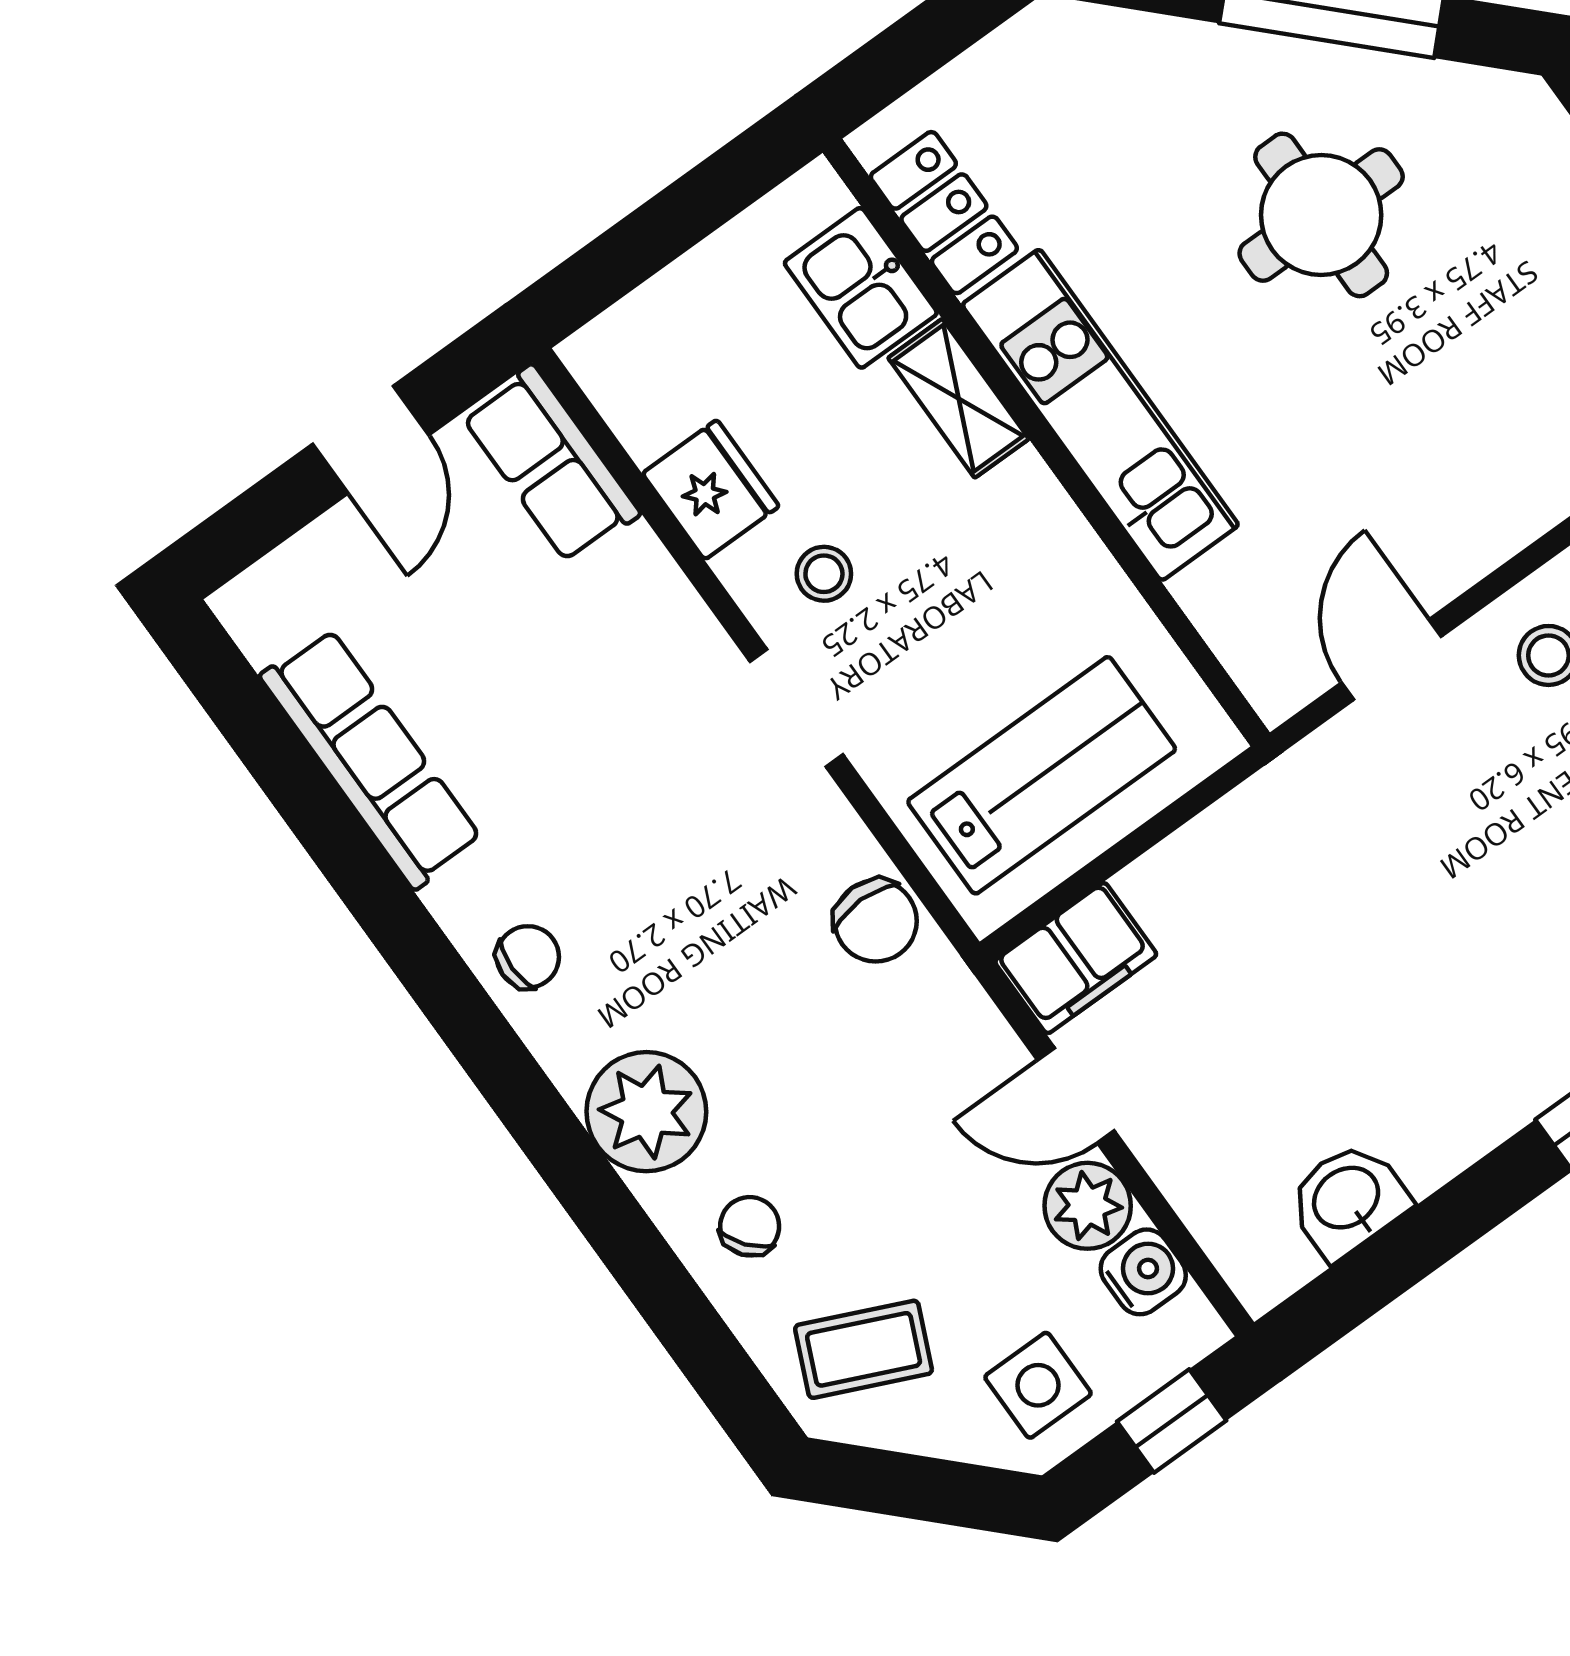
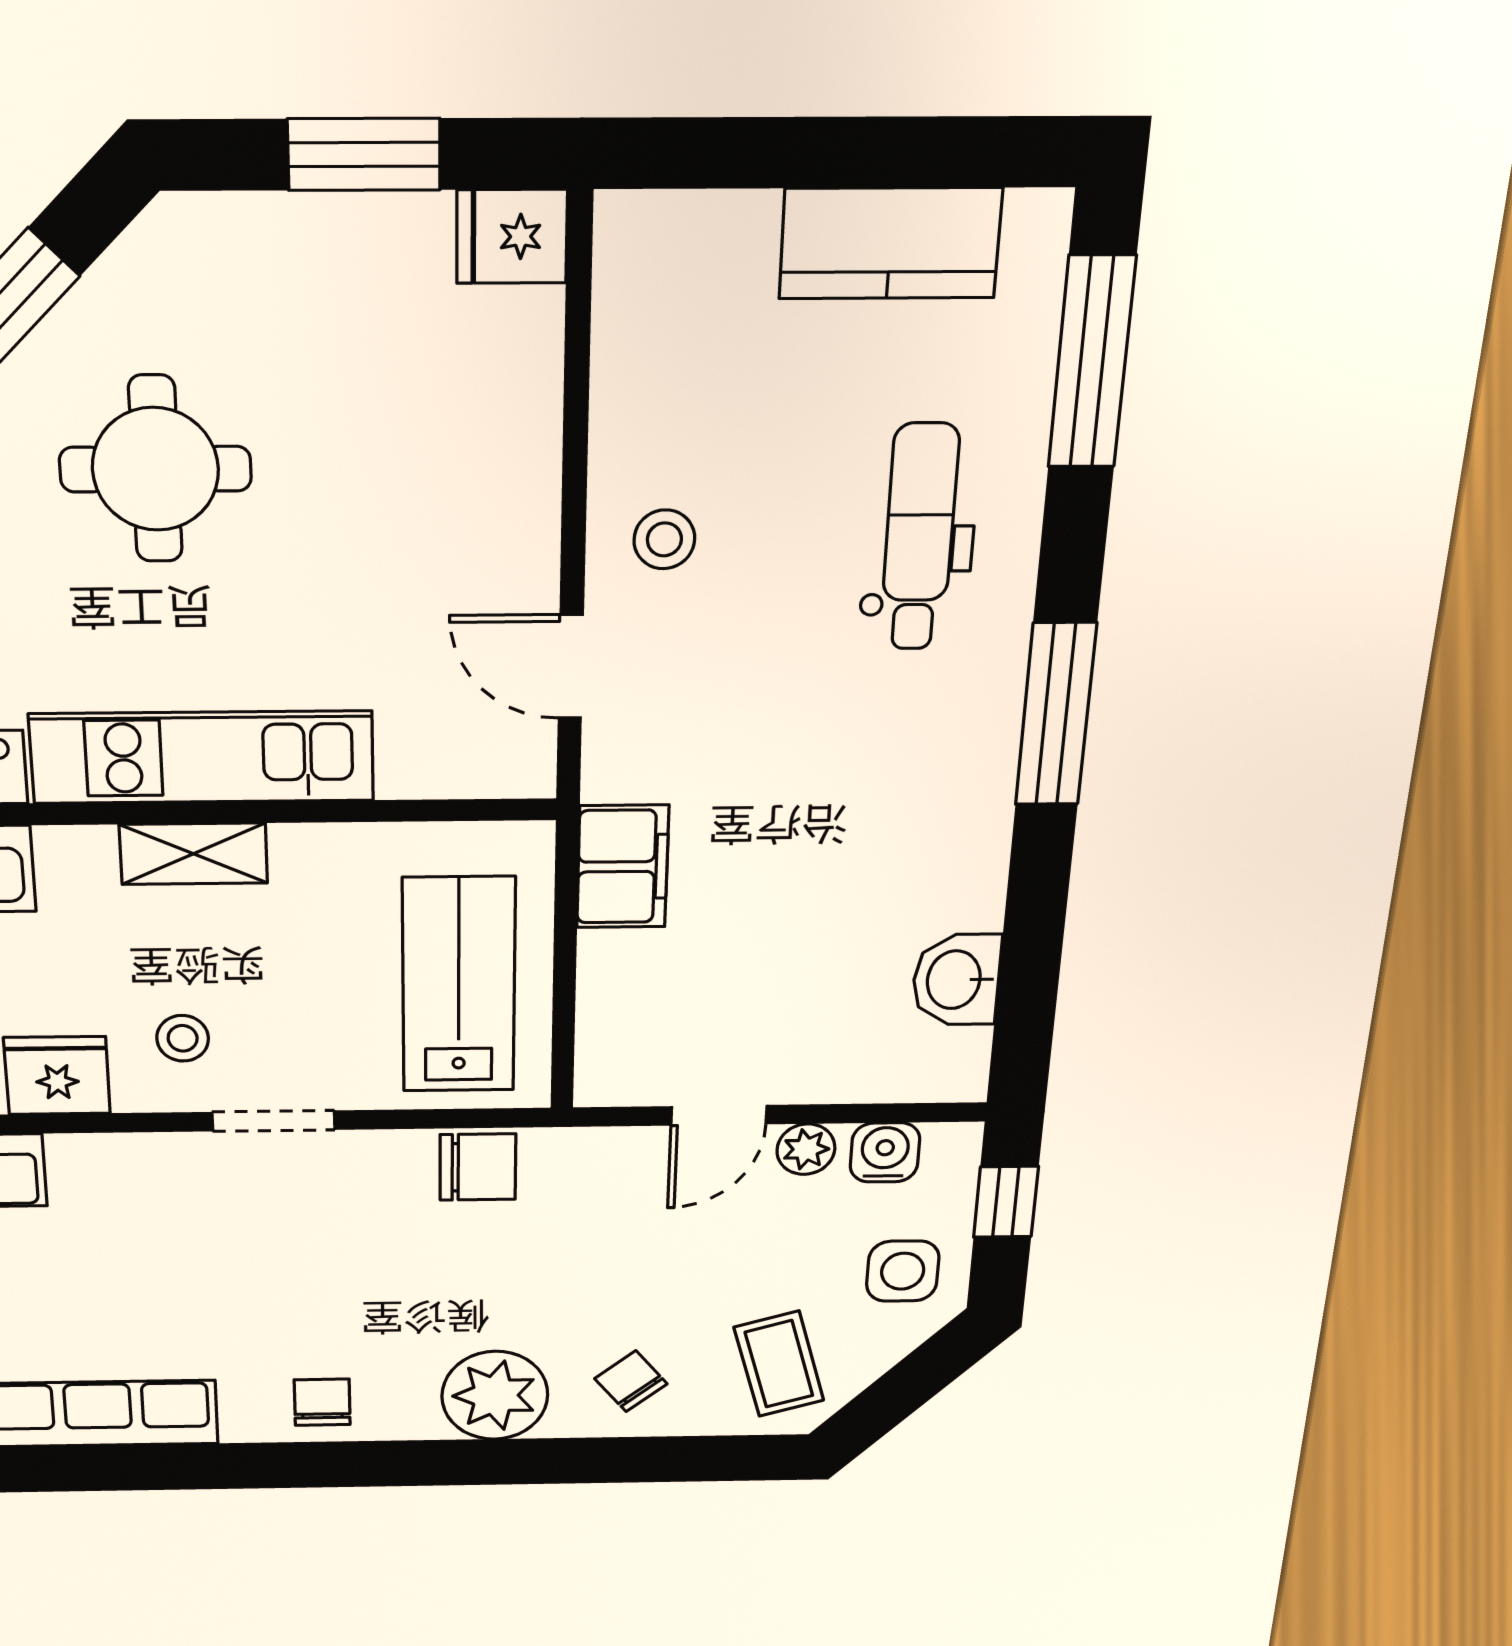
shelving: (958, 398) -> (193, 854), moved
filing cabinet: (1076, 958) -> (623, 867), moved
plant: (1088, 1206) -> (806, 1149), width x0.73, depth x0.73
coffee table: (864, 1349) -> (779, 1364), turned -40

